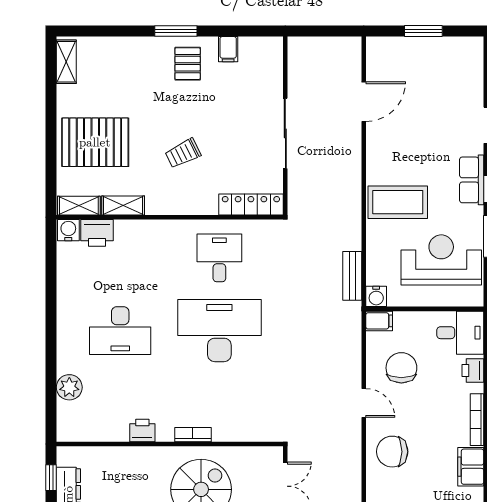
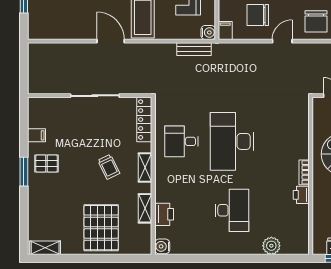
door: (364, 102) -> (111, 41), moved
shelving: (79, 206) -> (145, 168), moved
printer: (97, 233) -> (164, 214), moved
bookcase: (193, 435) -> (304, 172), moved

